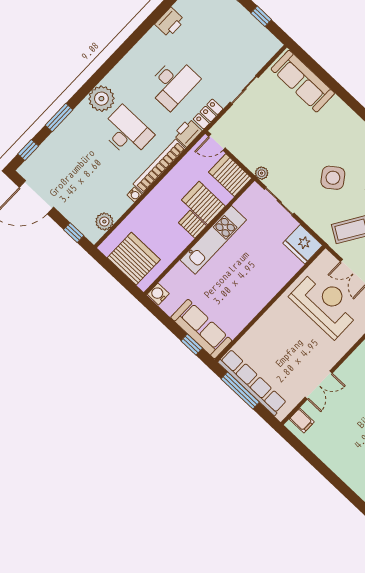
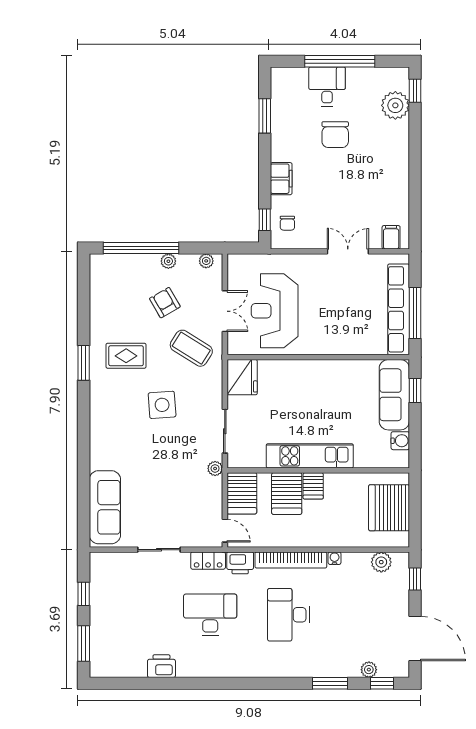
plant: (101, 99) -> (369, 670), moved, width x0.53, depth x0.53
side table: (333, 178) -> (162, 405), turned 32
water cooler: (158, 294) -> (400, 441), moved, turned -90

